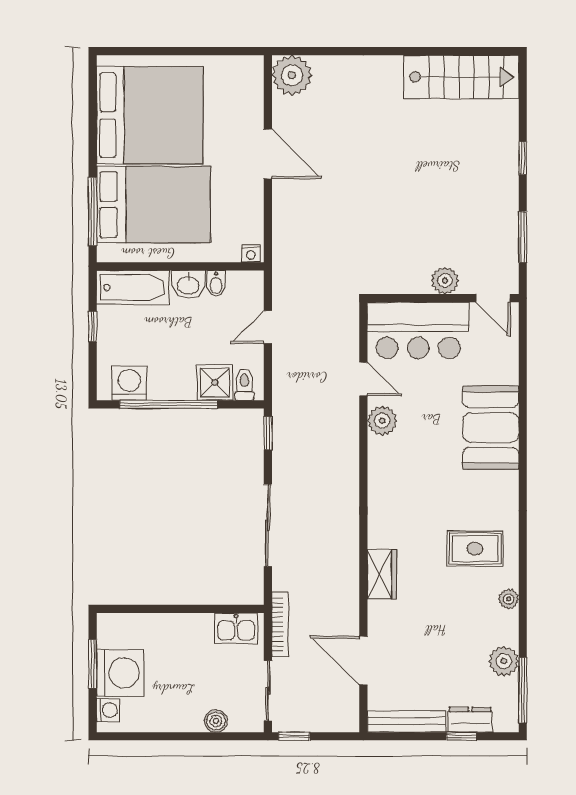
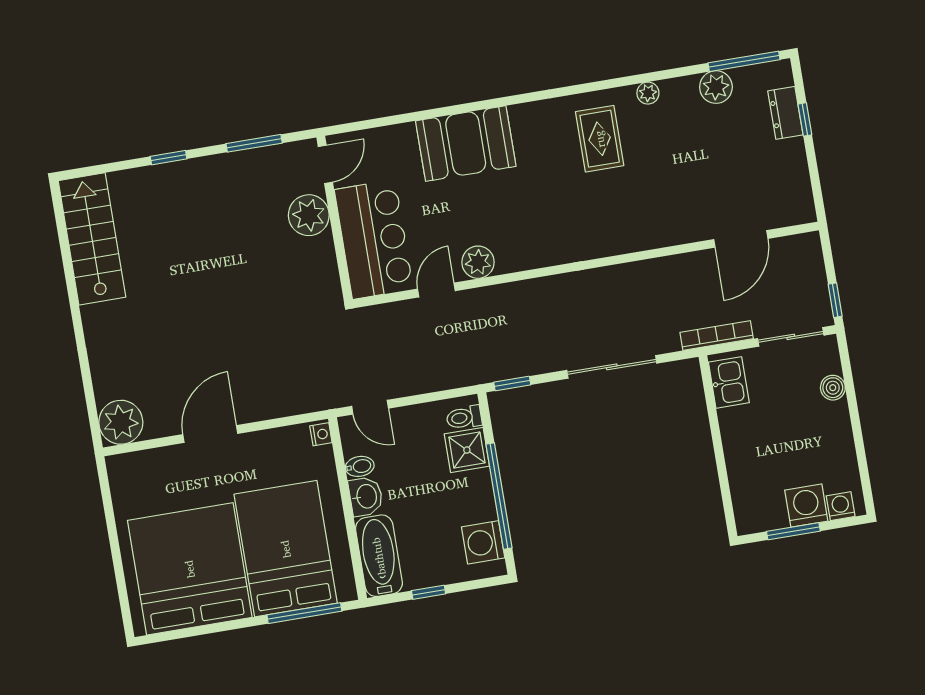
plant: (445, 280) -> (309, 215), width x1.36, depth x1.36
door: (268, 327) -> (370, 407), moved
wardrobe: (382, 574) -> (644, 235), removed
washing machine: (120, 673) -> (806, 506), width x0.73, depth x0.73
bench: (407, 721) -> (799, 181), removed

